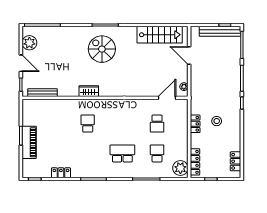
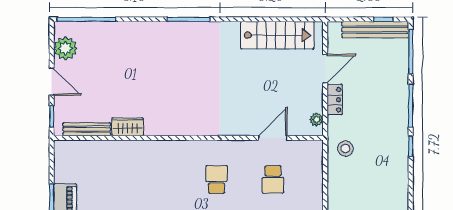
spiral stairs: (102, 49) -> (183, 58), removed
door: (189, 55) -> (325, 69), swing flipped
wardrobe: (89, 91) -> (128, 127), moved
door: (167, 98) -> (273, 138), moved
stool: (217, 121) -> (345, 149), moved
school desk: (88, 124) -> (217, 179), moved
locker: (195, 124) -> (335, 100), moved

